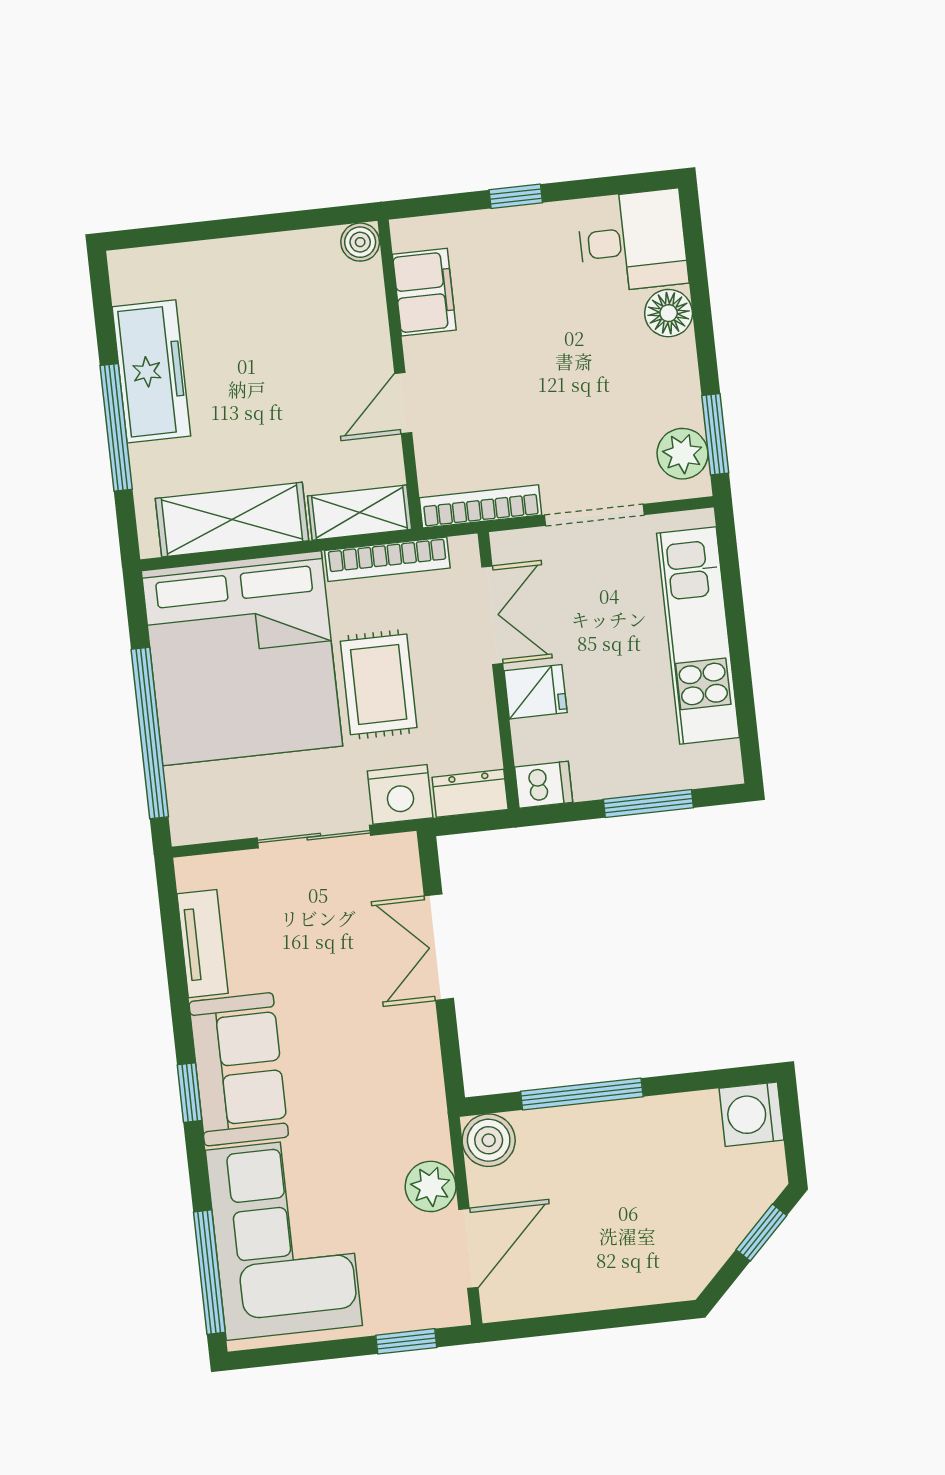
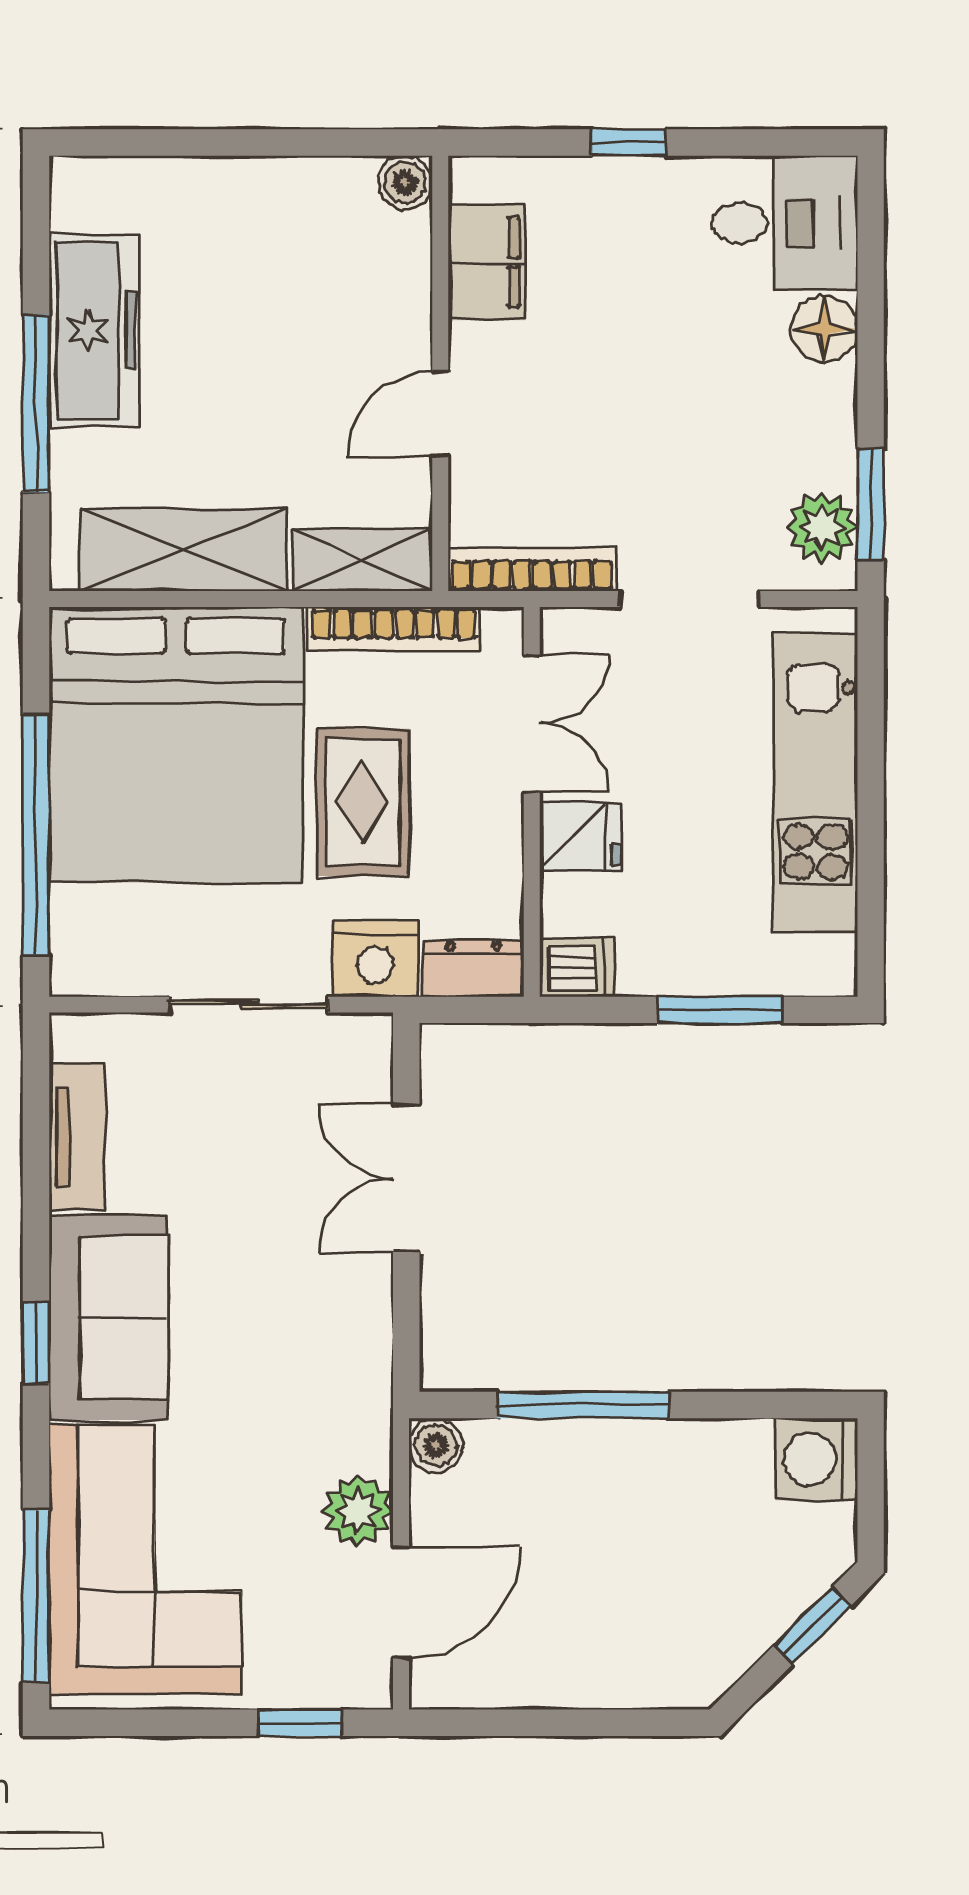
boiler: (489, 1140) -> (436, 1445), width x0.73, depth x0.73

